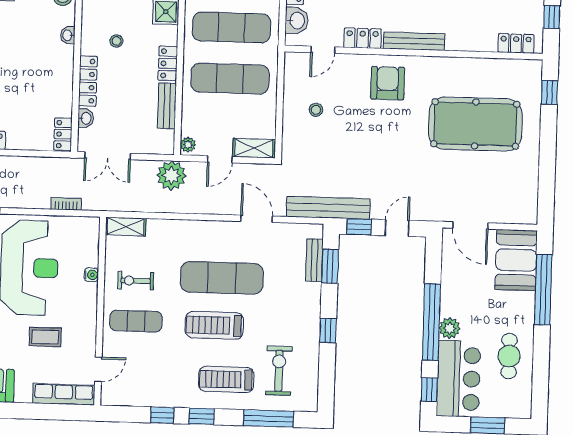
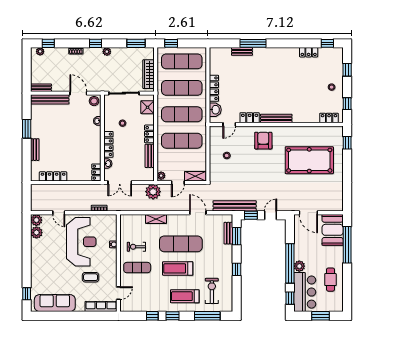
shelving: (126, 227) -> (156, 219), moved

